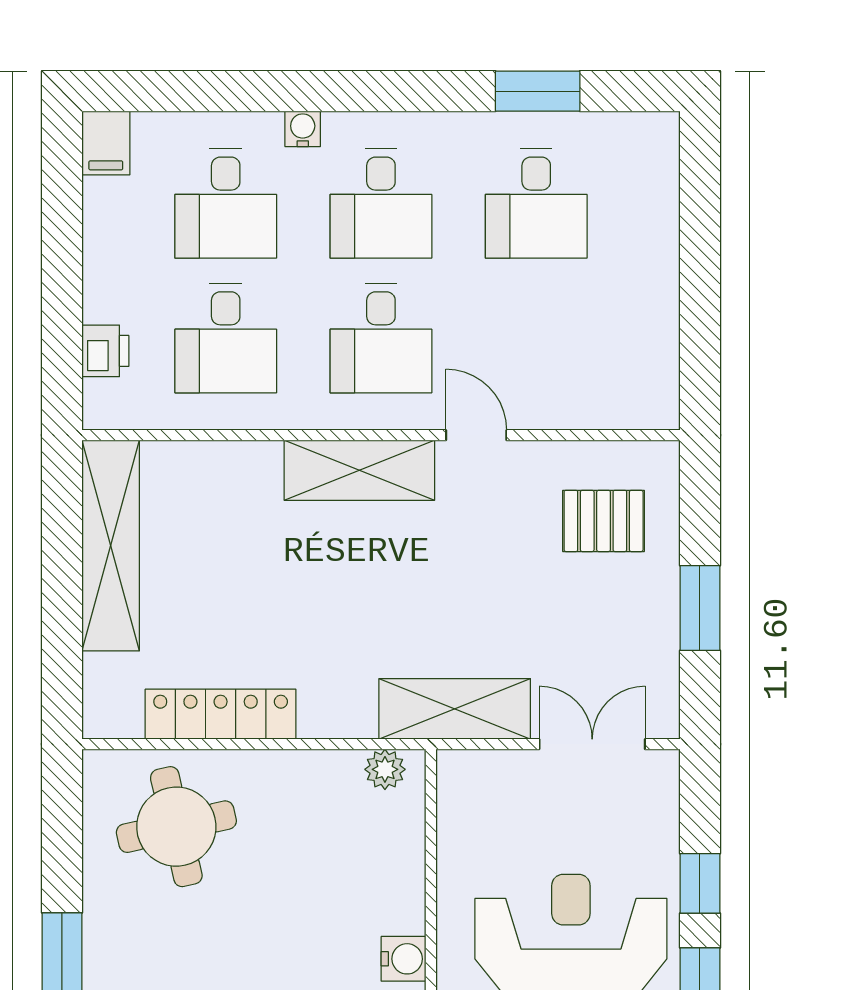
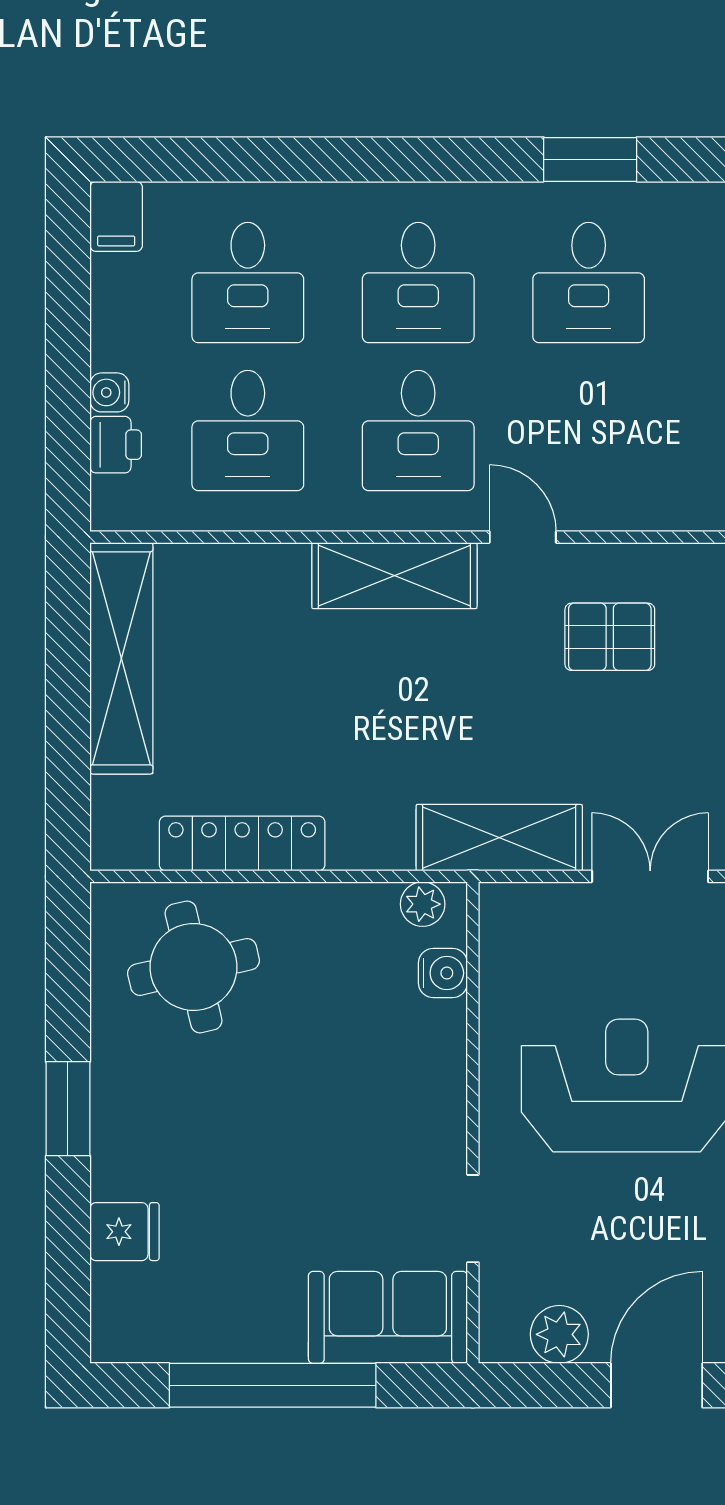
water cooler: (303, 129) -> (109, 392), moved, turned -90
pallet: (604, 521) -> (610, 637), moved
water cooler: (403, 959) -> (443, 973), moved

